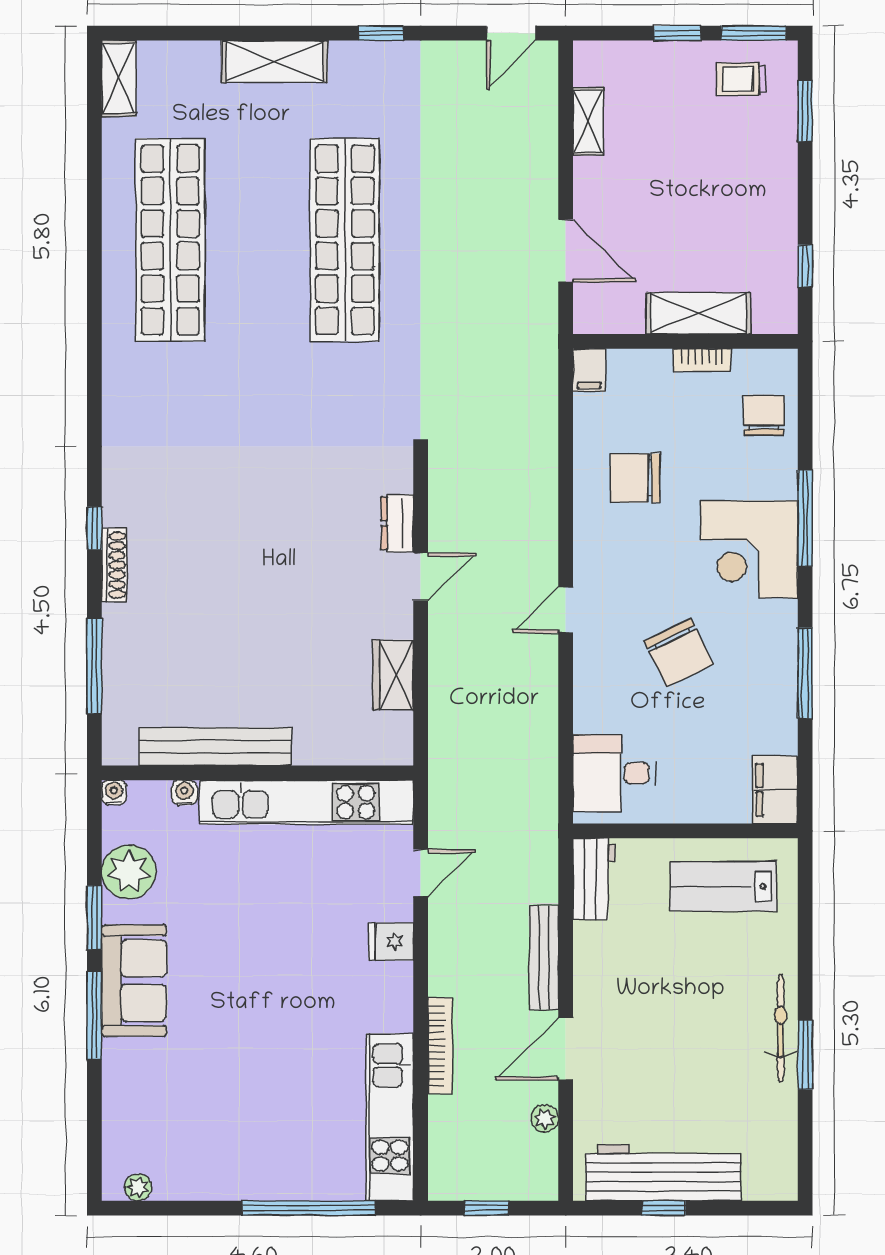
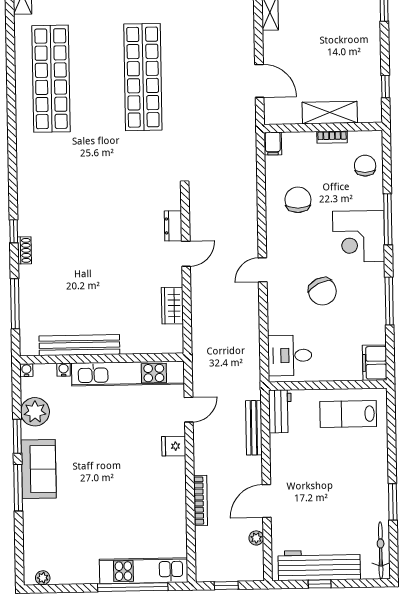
chair: (635, 478) -> (298, 200), turned 90
shoe rack: (114, 565) -> (24, 250), width x0.70
bench: (544, 958) -> (254, 428), moved
bicycle: (781, 1028) -> (381, 550), moved
kitchen unit: (390, 1117) -> (144, 571), moved, turned 90

